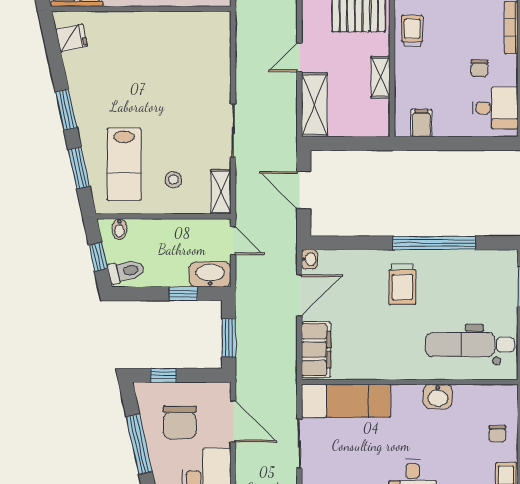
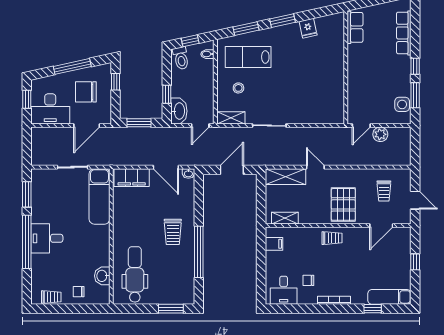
fridge: (72, 38) -> (308, 28), moved
shelving: (380, 77) -> (285, 218), moved
trolley: (402, 284) -> (173, 232), turned -90
washbasin: (438, 396) -> (102, 276), moved

